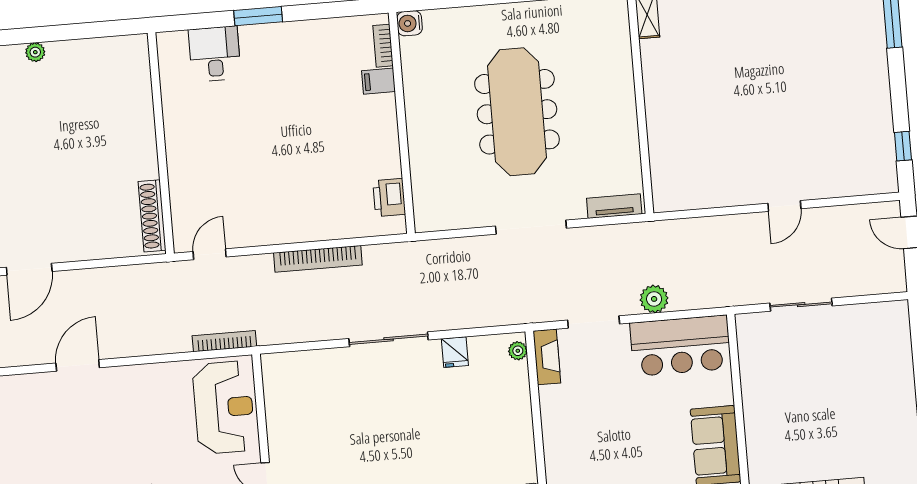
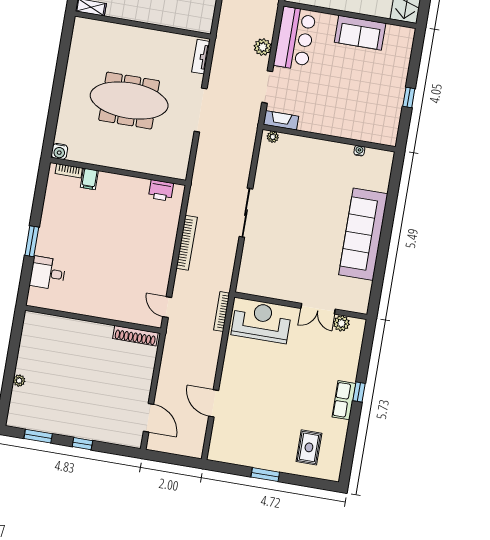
fridge: (455, 352) -> (264, 175), removed

